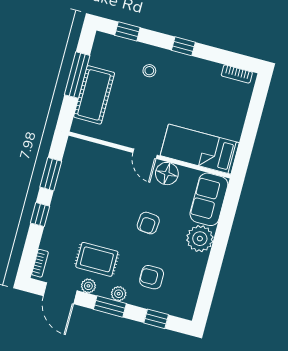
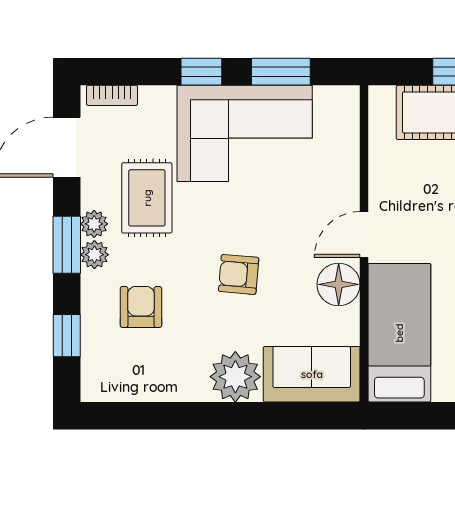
corner sofa: (77, 201) -> (245, 133), added
plant: (88, 286) -> (94, 224), moved

